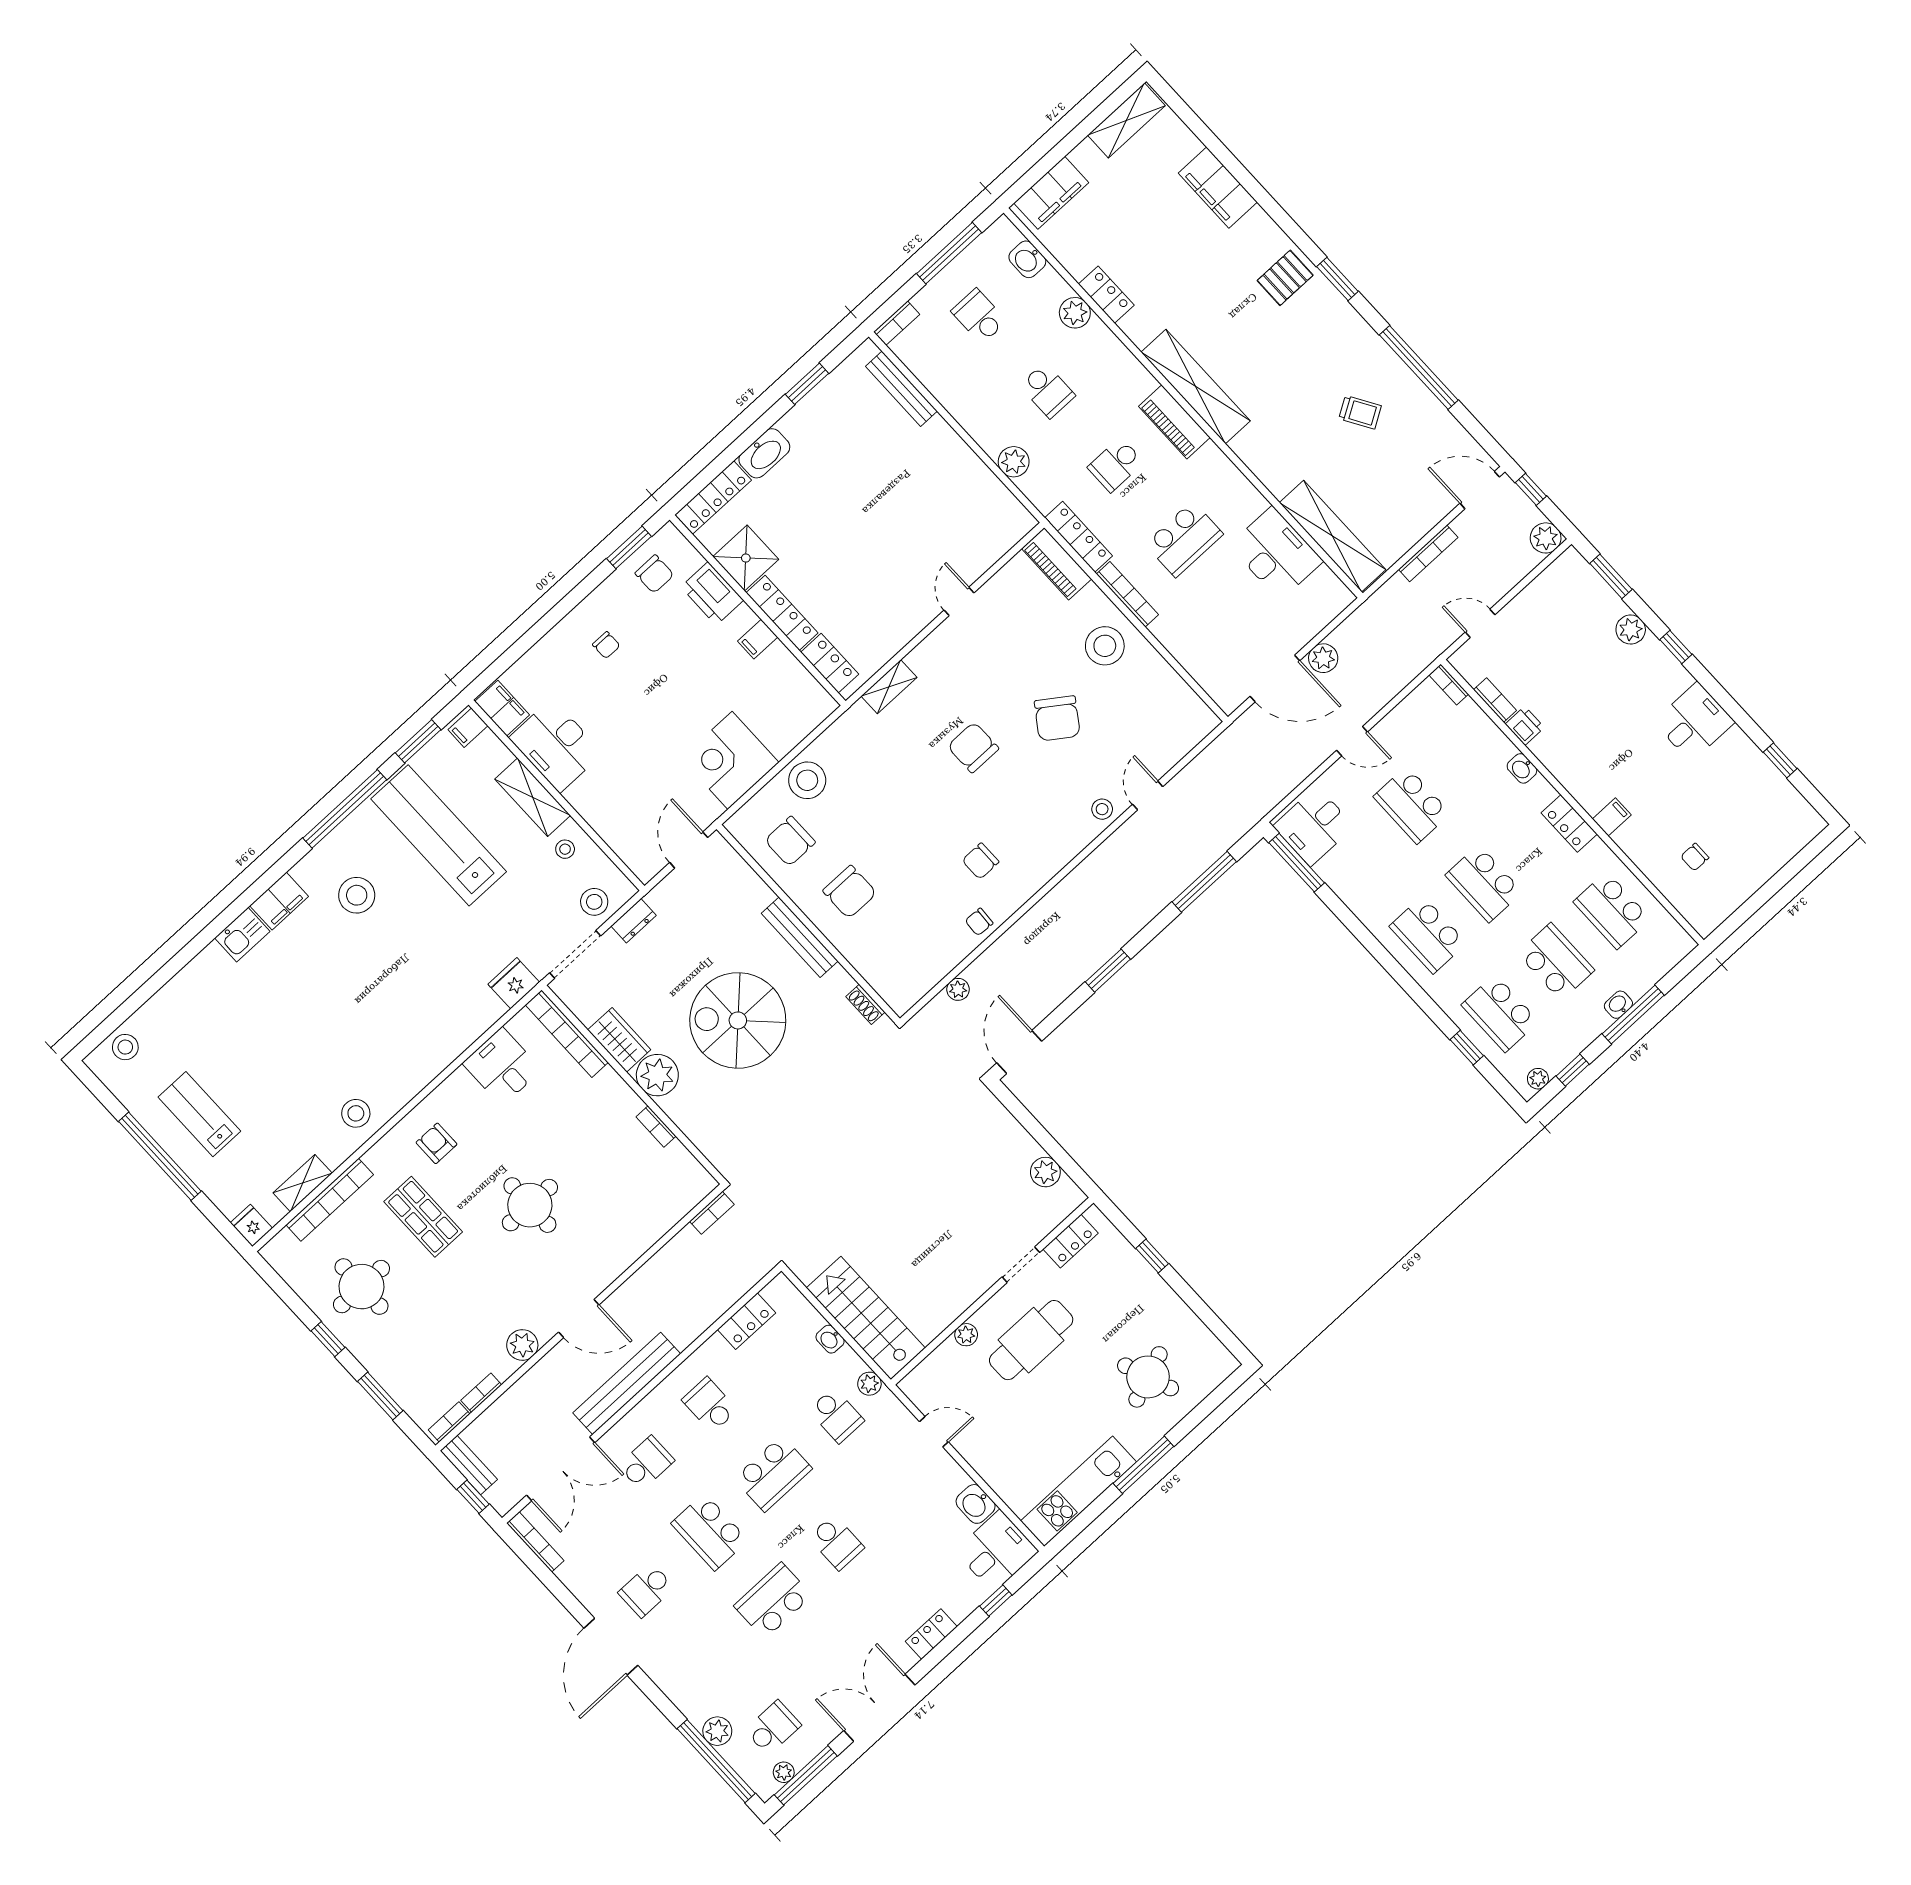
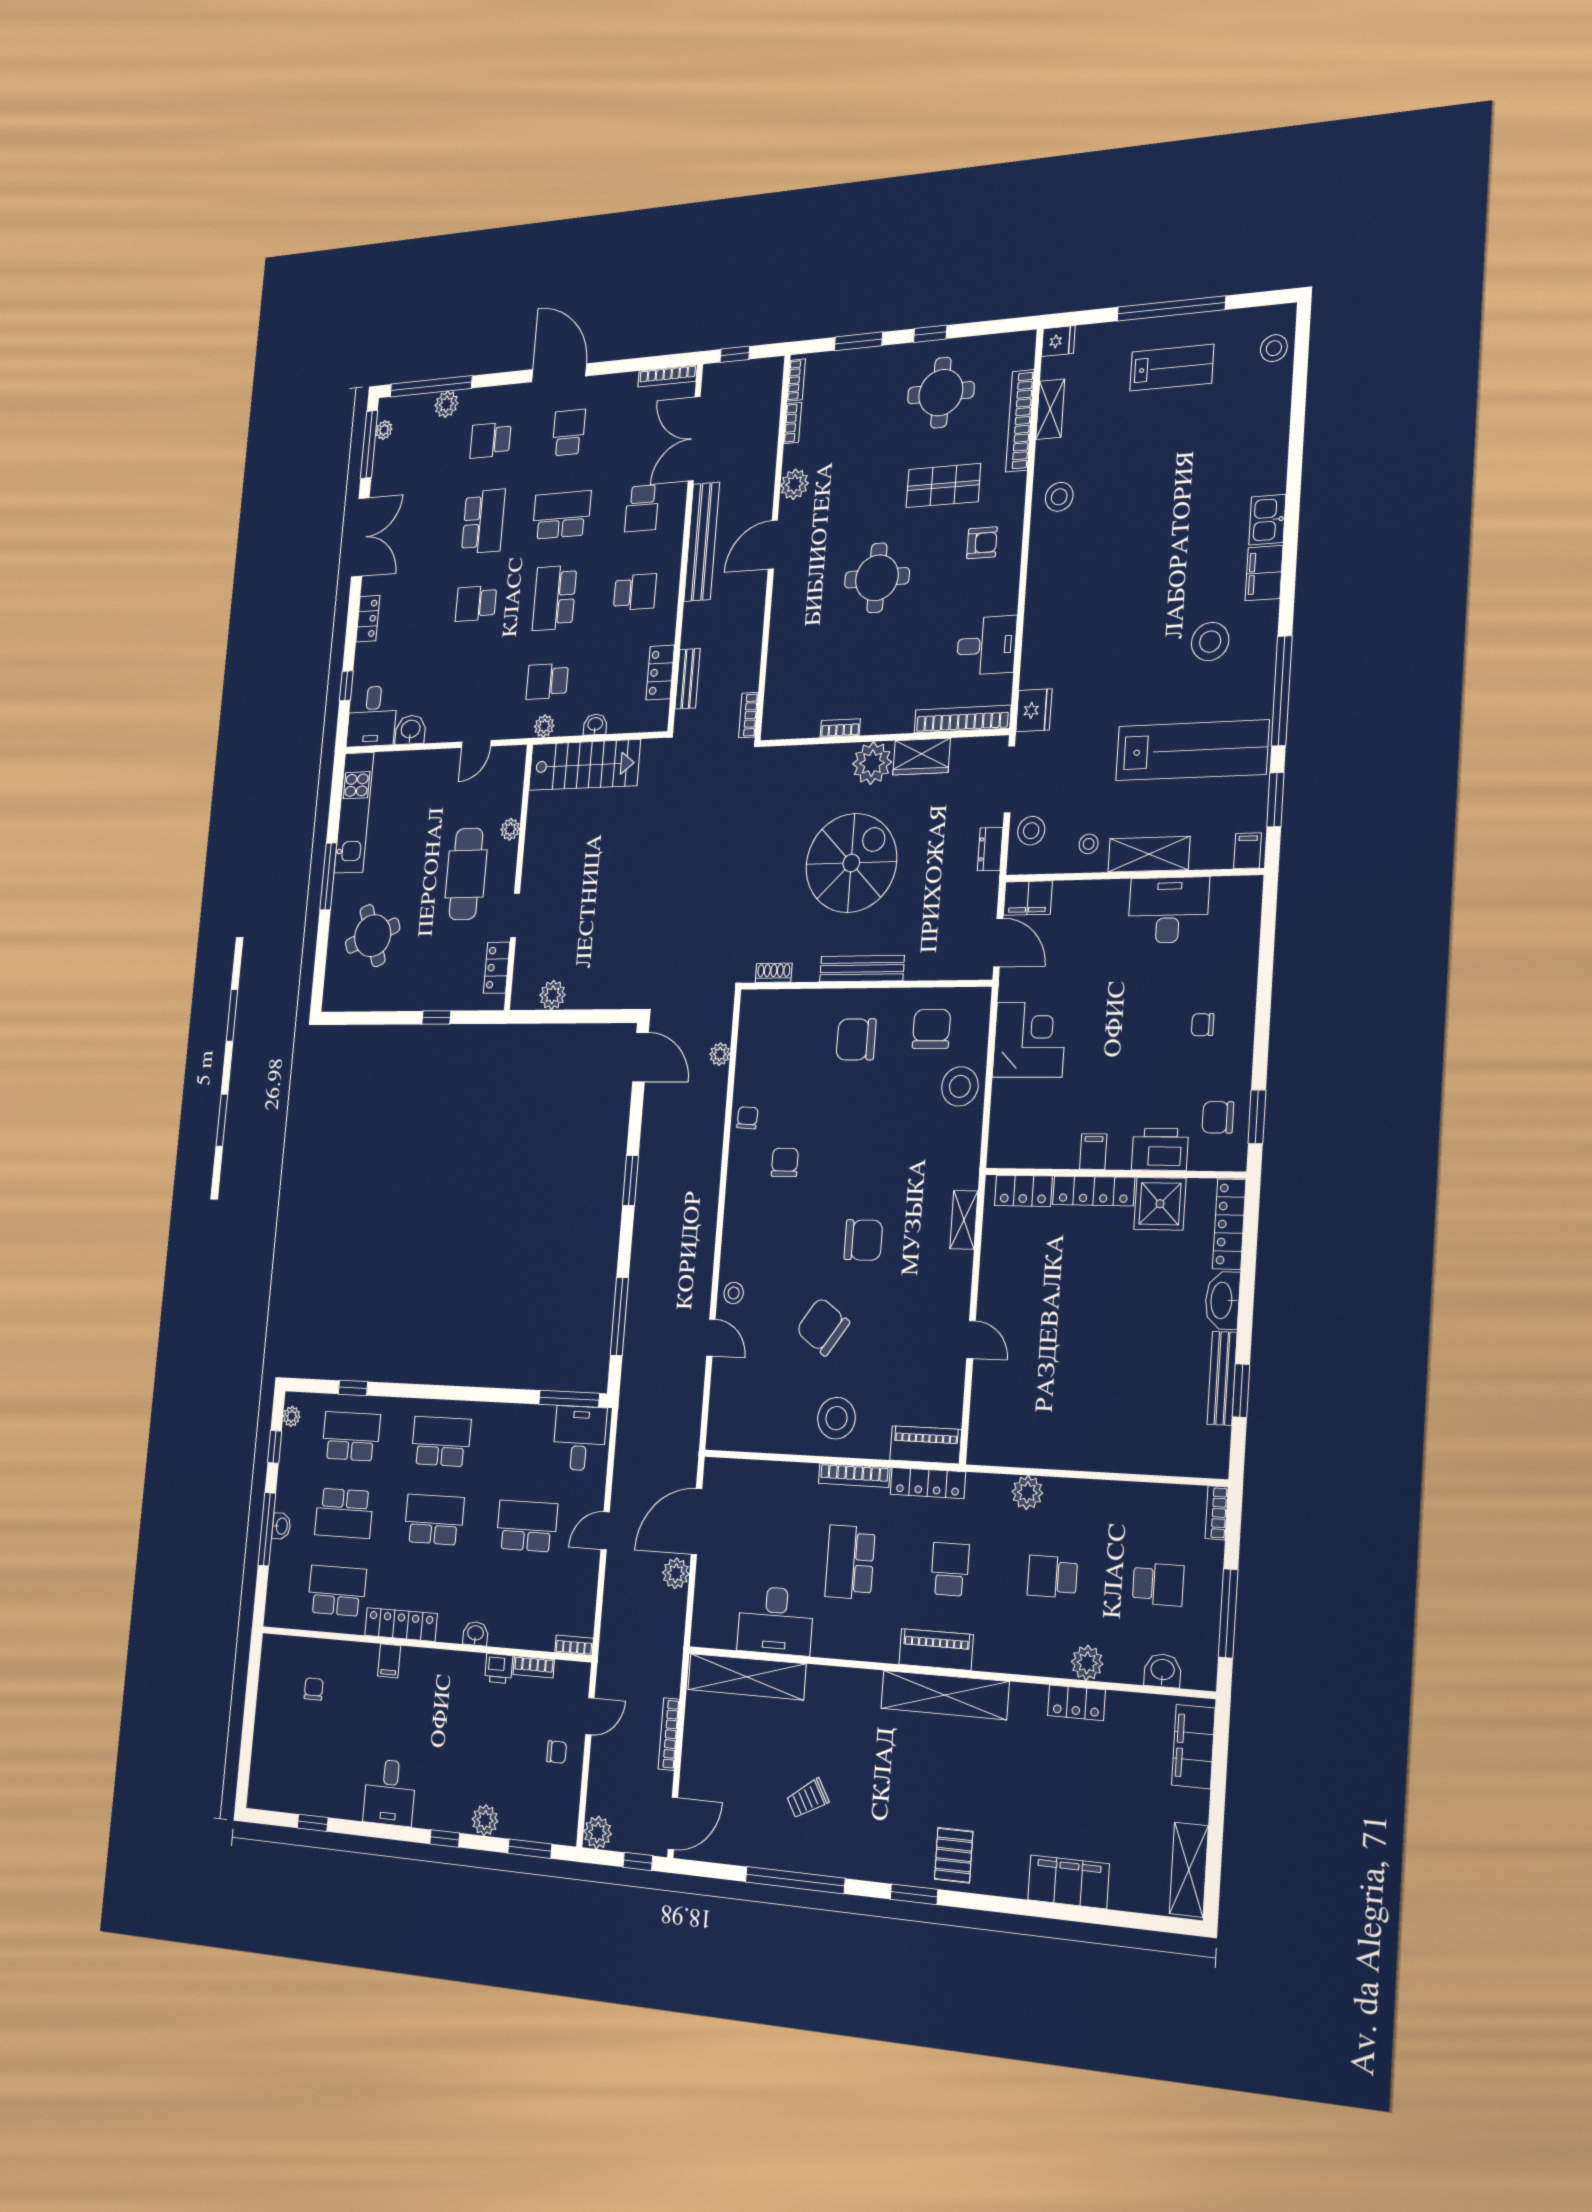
bench: (901, 389) -> (1222, 1378), moved, turned 90
chair: (1529, 623) -> (557, 1752), added
filing cabinet: (502, 708) -> (1028, 898), moved
locker: (1569, 823) -> (401, 1625), width x1.53
bench: (469, 1465) -> (688, 679), moved, turned 90
school desk: (773, 1728) -> (491, 440), moved, turned 90

